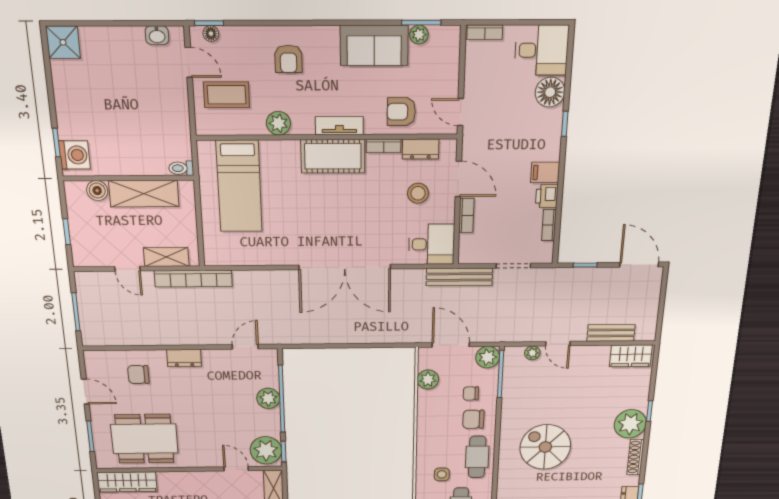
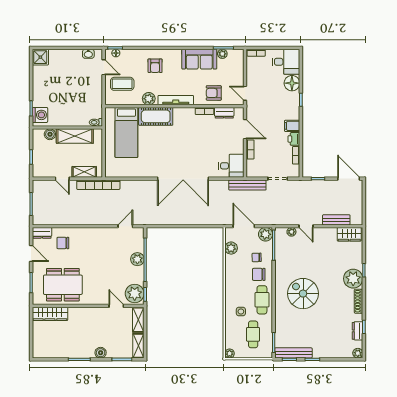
tv unit: (339, 126) -> (176, 100), width x1.41
cot: (333, 156) -> (156, 116), moved
stool: (418, 193) -> (223, 137), removed
dresser: (184, 358) -> (42, 233), moved

